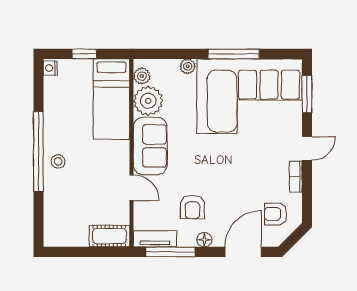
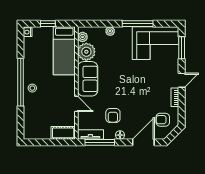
corner sofa: (249, 96) -> (155, 43), width x0.73, depth x0.74

